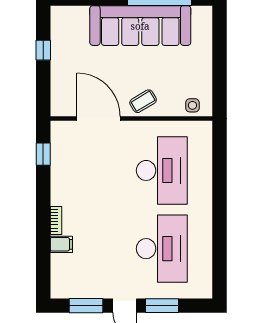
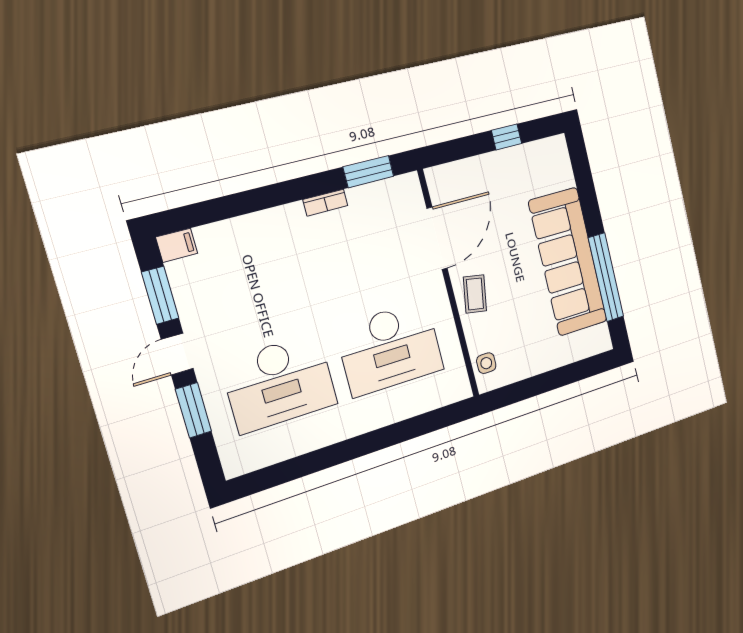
coffee table: (143, 101) -> (475, 294), turned 41
window: (43, 154) -> (368, 172), width x1.50
bookcase: (56, 220) -> (325, 203), moved
filing cabinet: (61, 244) -> (177, 245), moved, turned -90

